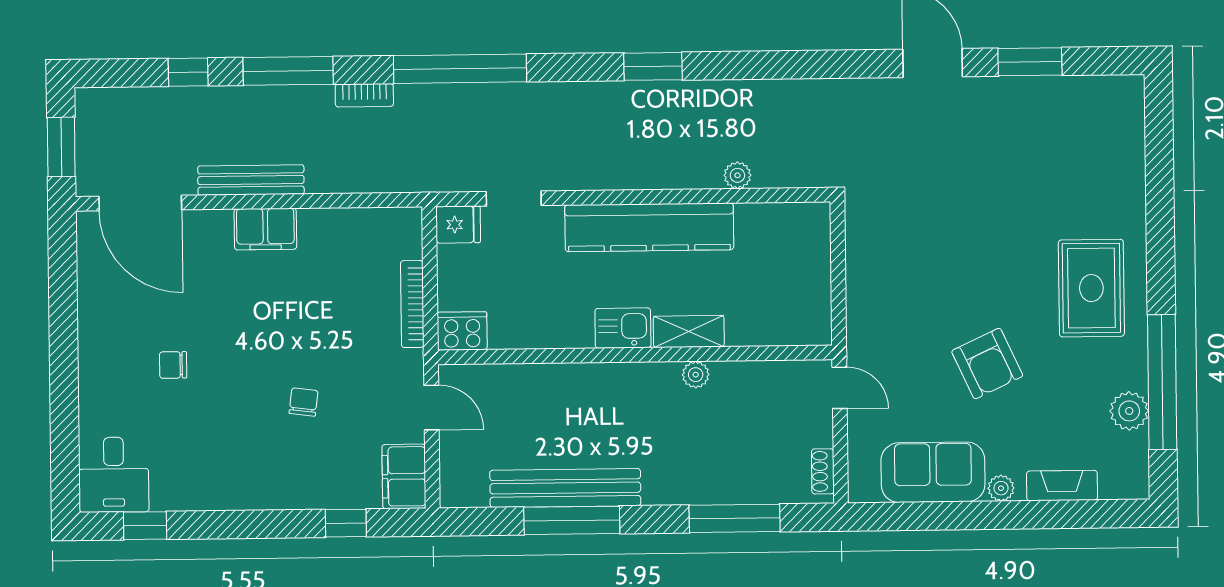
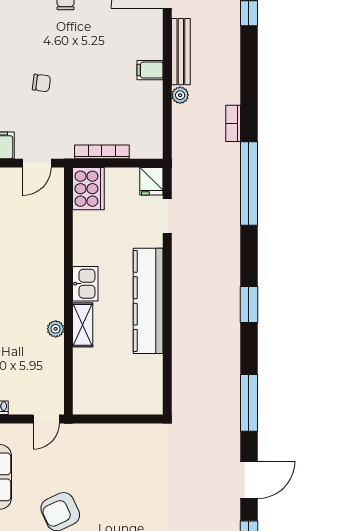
window: (288, 71) -> (249, 403), moved
plant: (737, 175) -> (180, 95), moved
filing cabinet: (265, 229) -> (150, 70), width x0.50
cooker: (462, 331) -> (88, 189), width x1.37, depth x1.31

